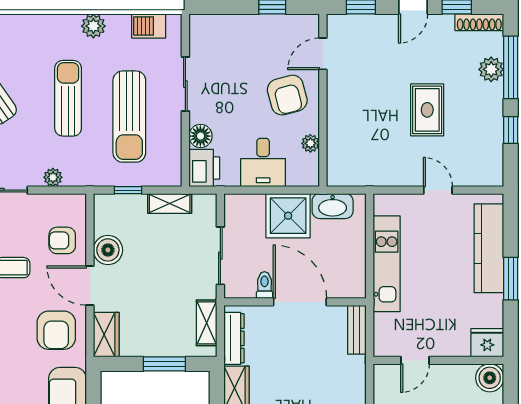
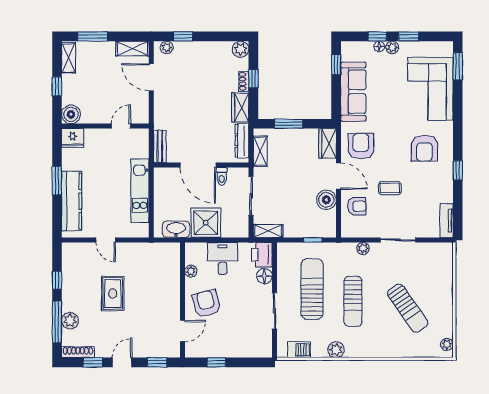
shelving: (170, 203) -> (268, 231), moved

